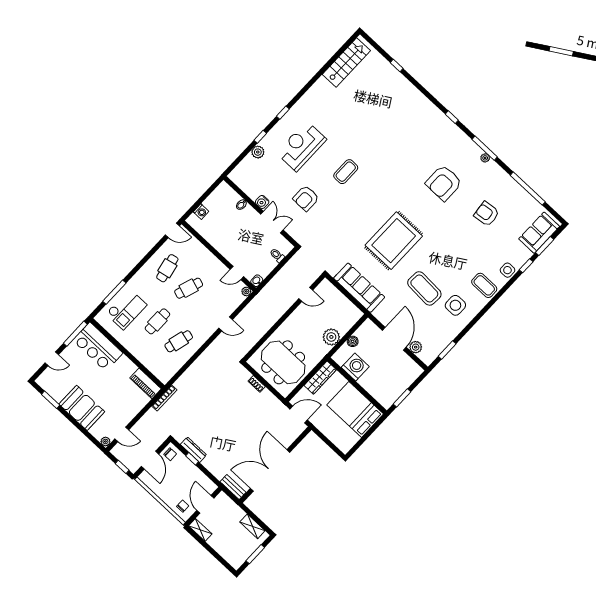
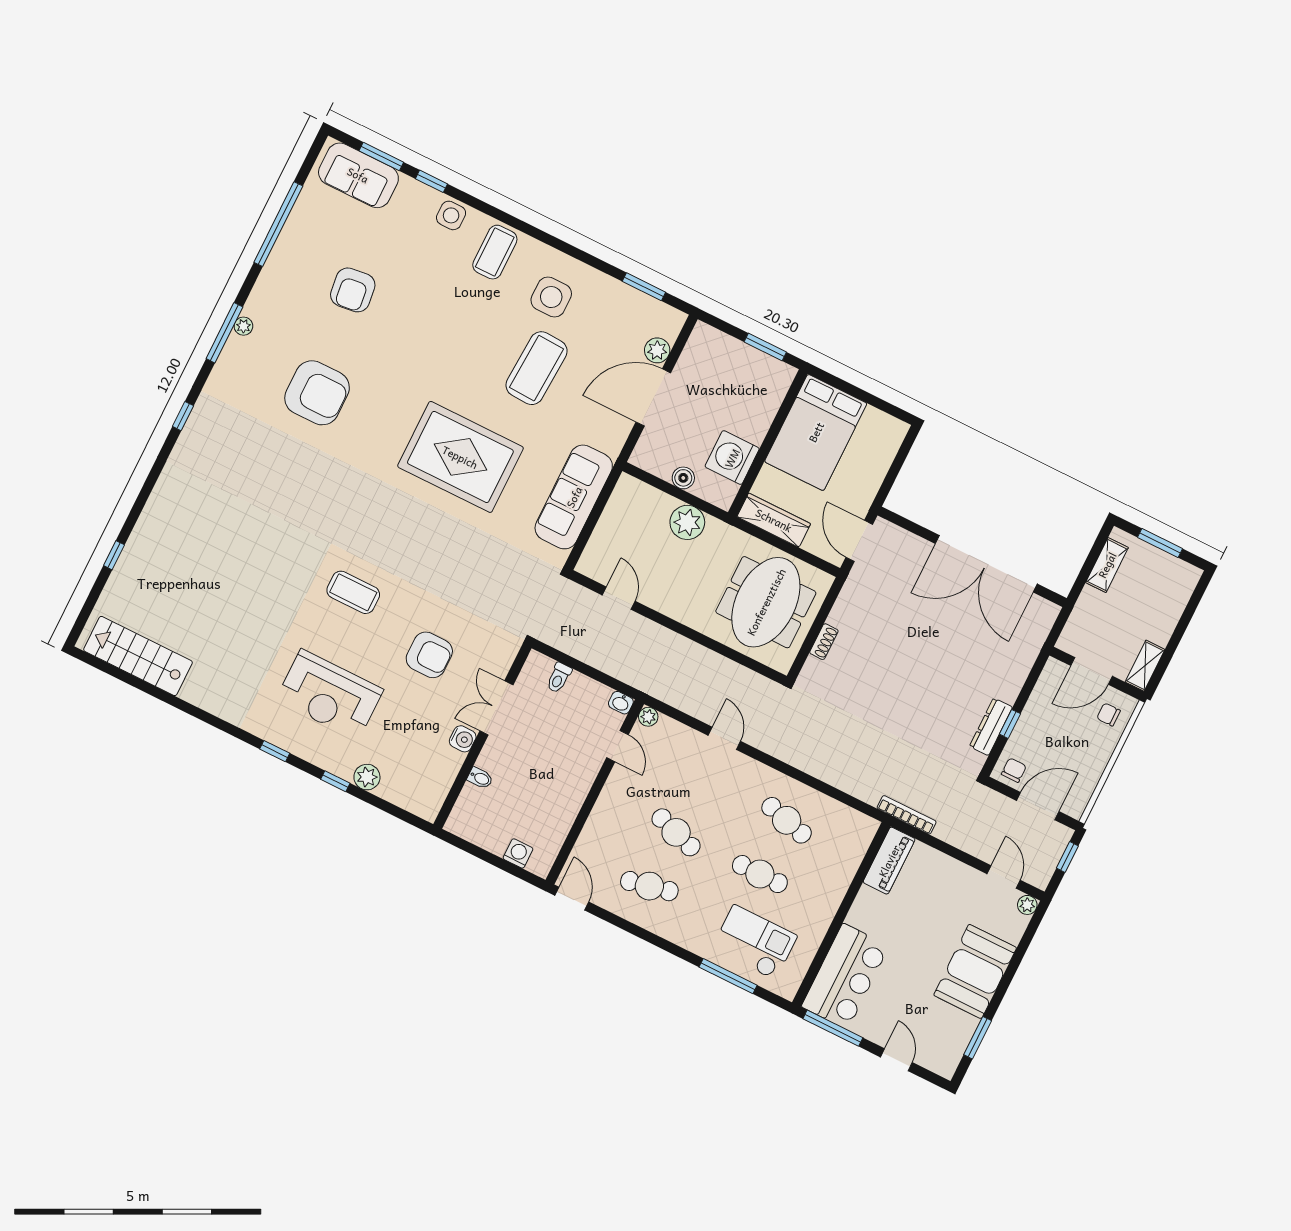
bench: (233, 487) -> (1041, 627), removed

